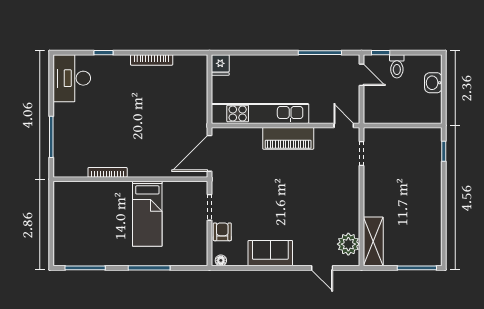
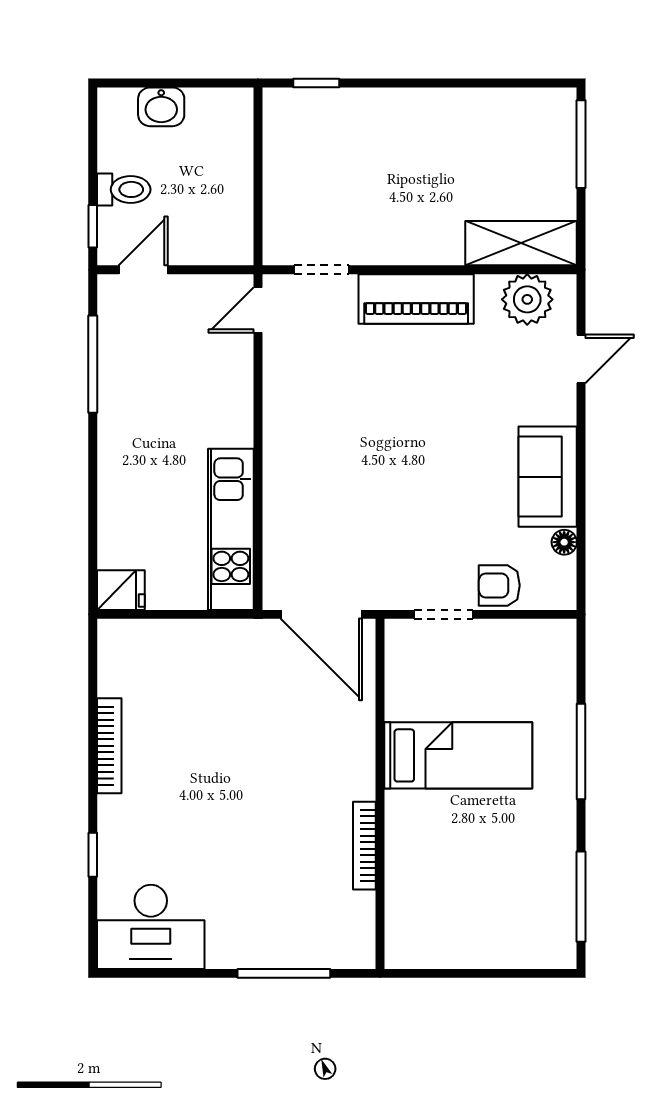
kitchen unit: (260, 113) -> (231, 529), width x0.73
piano: (288, 138) -> (416, 299), moved, turned 90
floor lamp: (221, 260) -> (564, 542), moved

